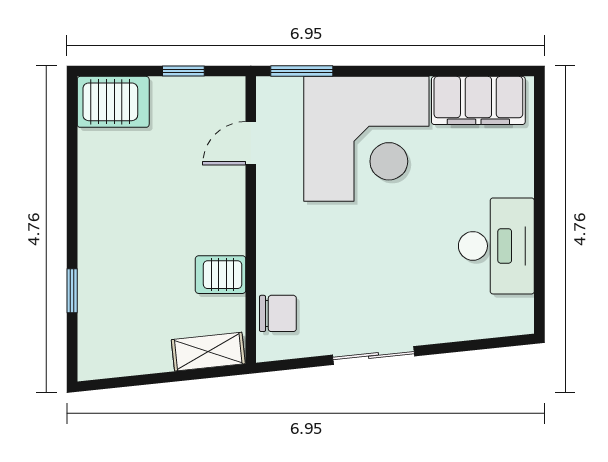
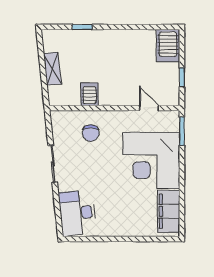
desk: (496, 246) -> (78, 213), moved, turned 84
chair: (278, 313) -> (91, 133), moved
shelving: (208, 352) -> (52, 69), moved

